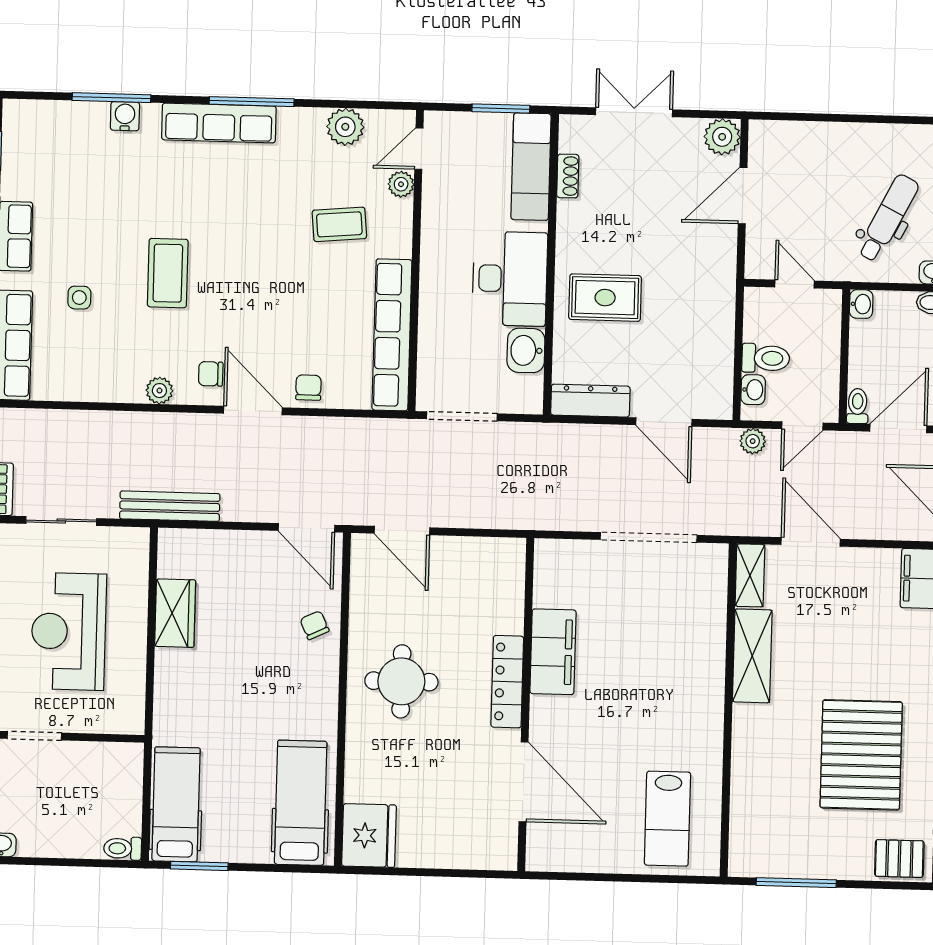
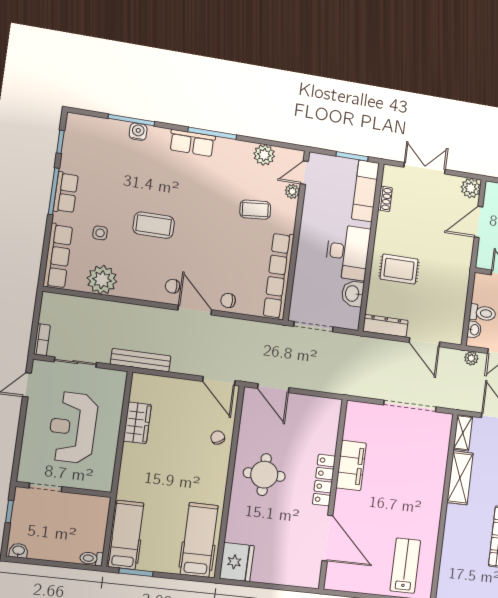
row of seats: (219, 123) -> (192, 143), width x0.68
coffee table: (168, 273) -> (154, 225), turned 90
chair: (308, 388) -> (228, 300), turned -90
plant: (159, 391) -> (102, 280), moved, width x1.88, depth x1.88
lab bench: (667, 819) -> (405, 566), turned 180

